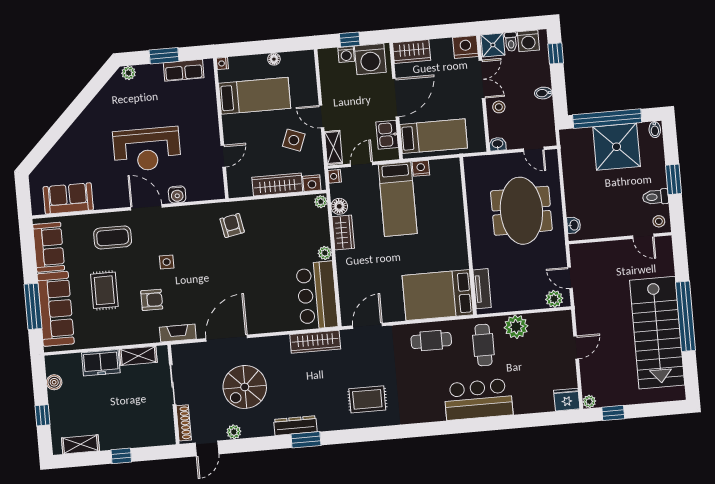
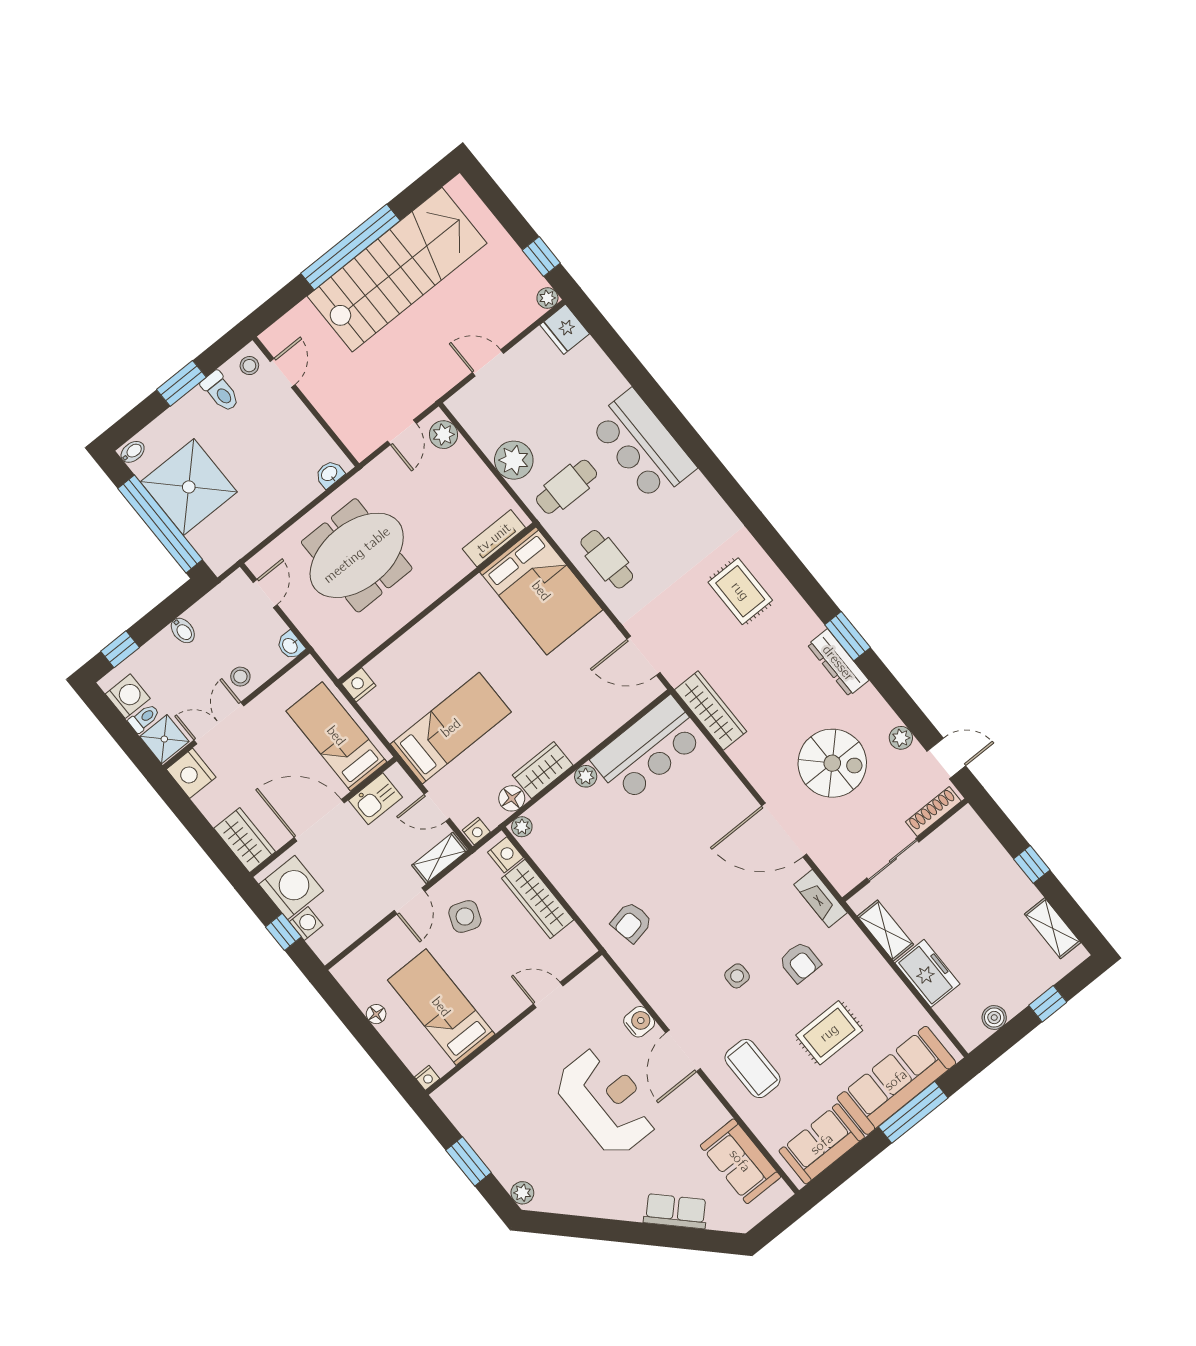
row of seats: (184, 70) -> (676, 1211), moved, turned -45
nightstand: (421, 168) -> (359, 685), moved, turned 90
armchair: (152, 300) -> (800, 962), turned 180

